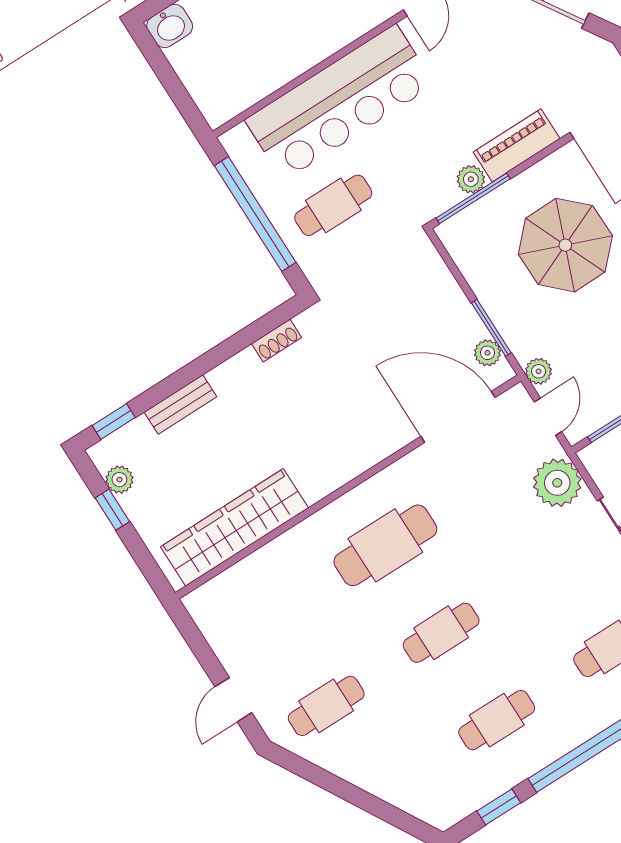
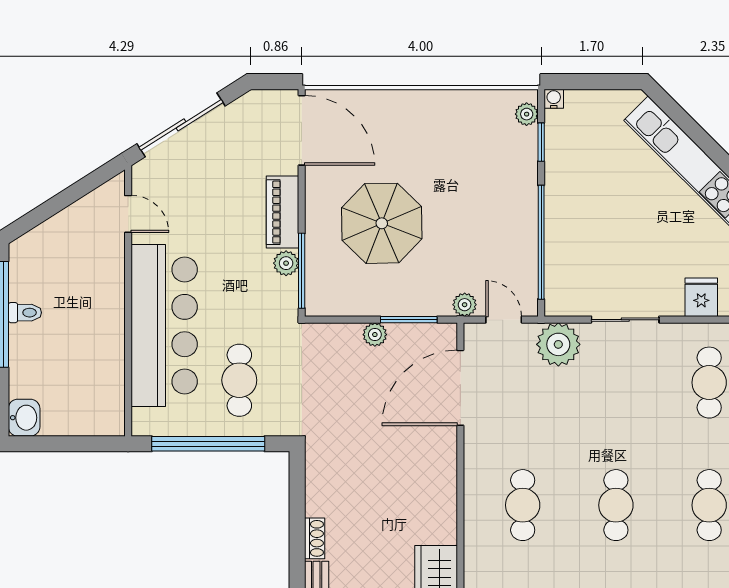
shoe rack: (277, 341) -> (315, 538), moved
plant: (487, 353) -> (375, 335), moved
cafe table: (385, 545) -> (523, 505), width x0.73, depth x0.74

